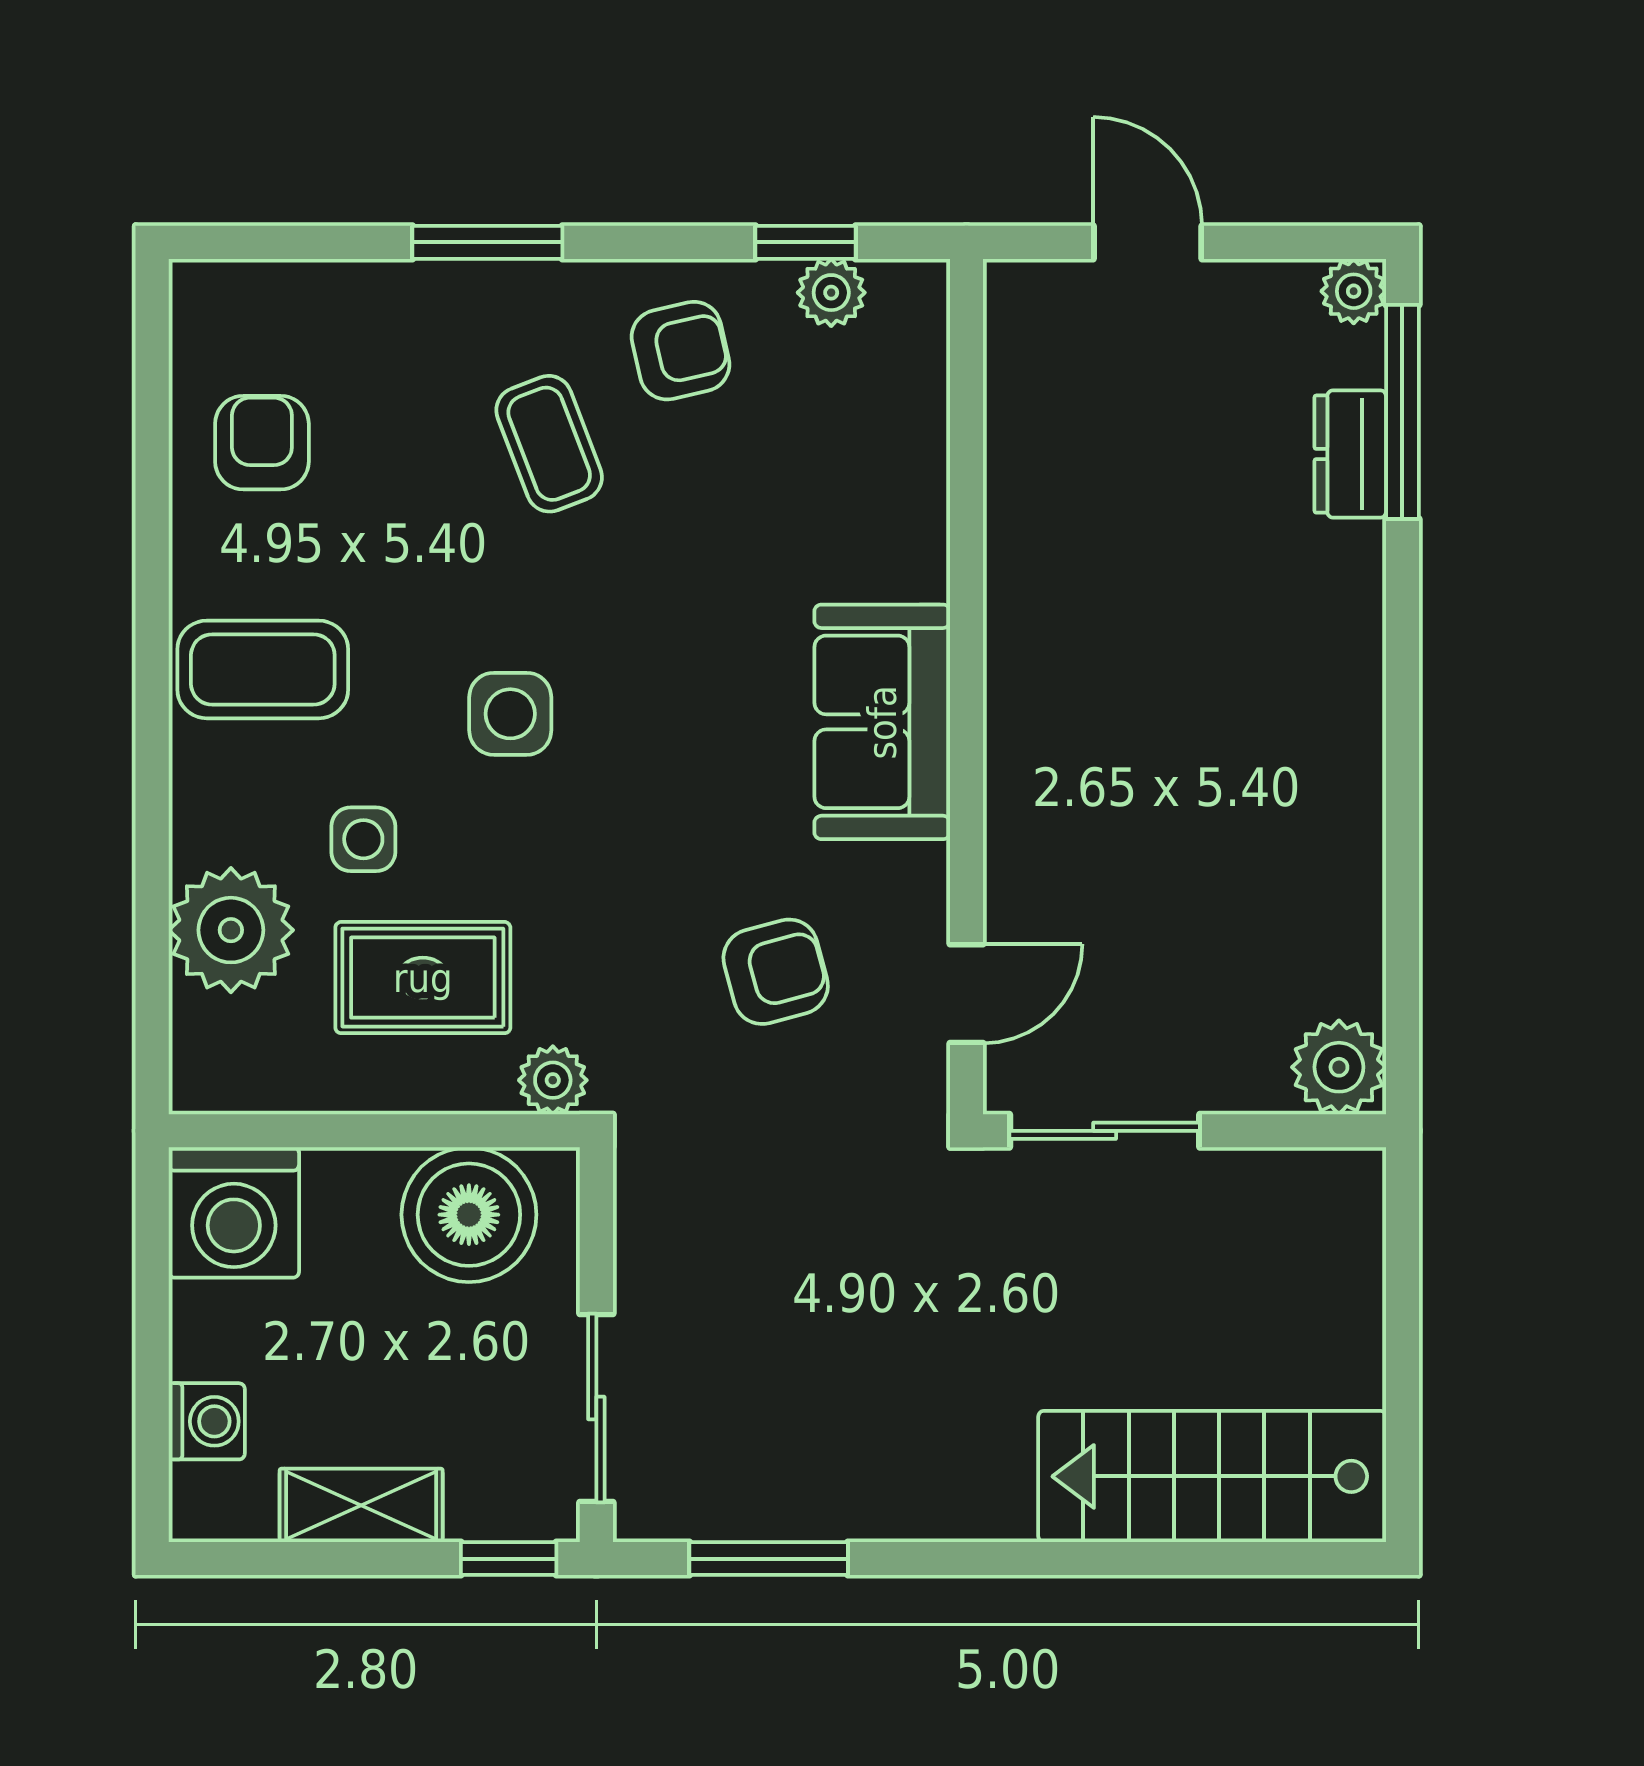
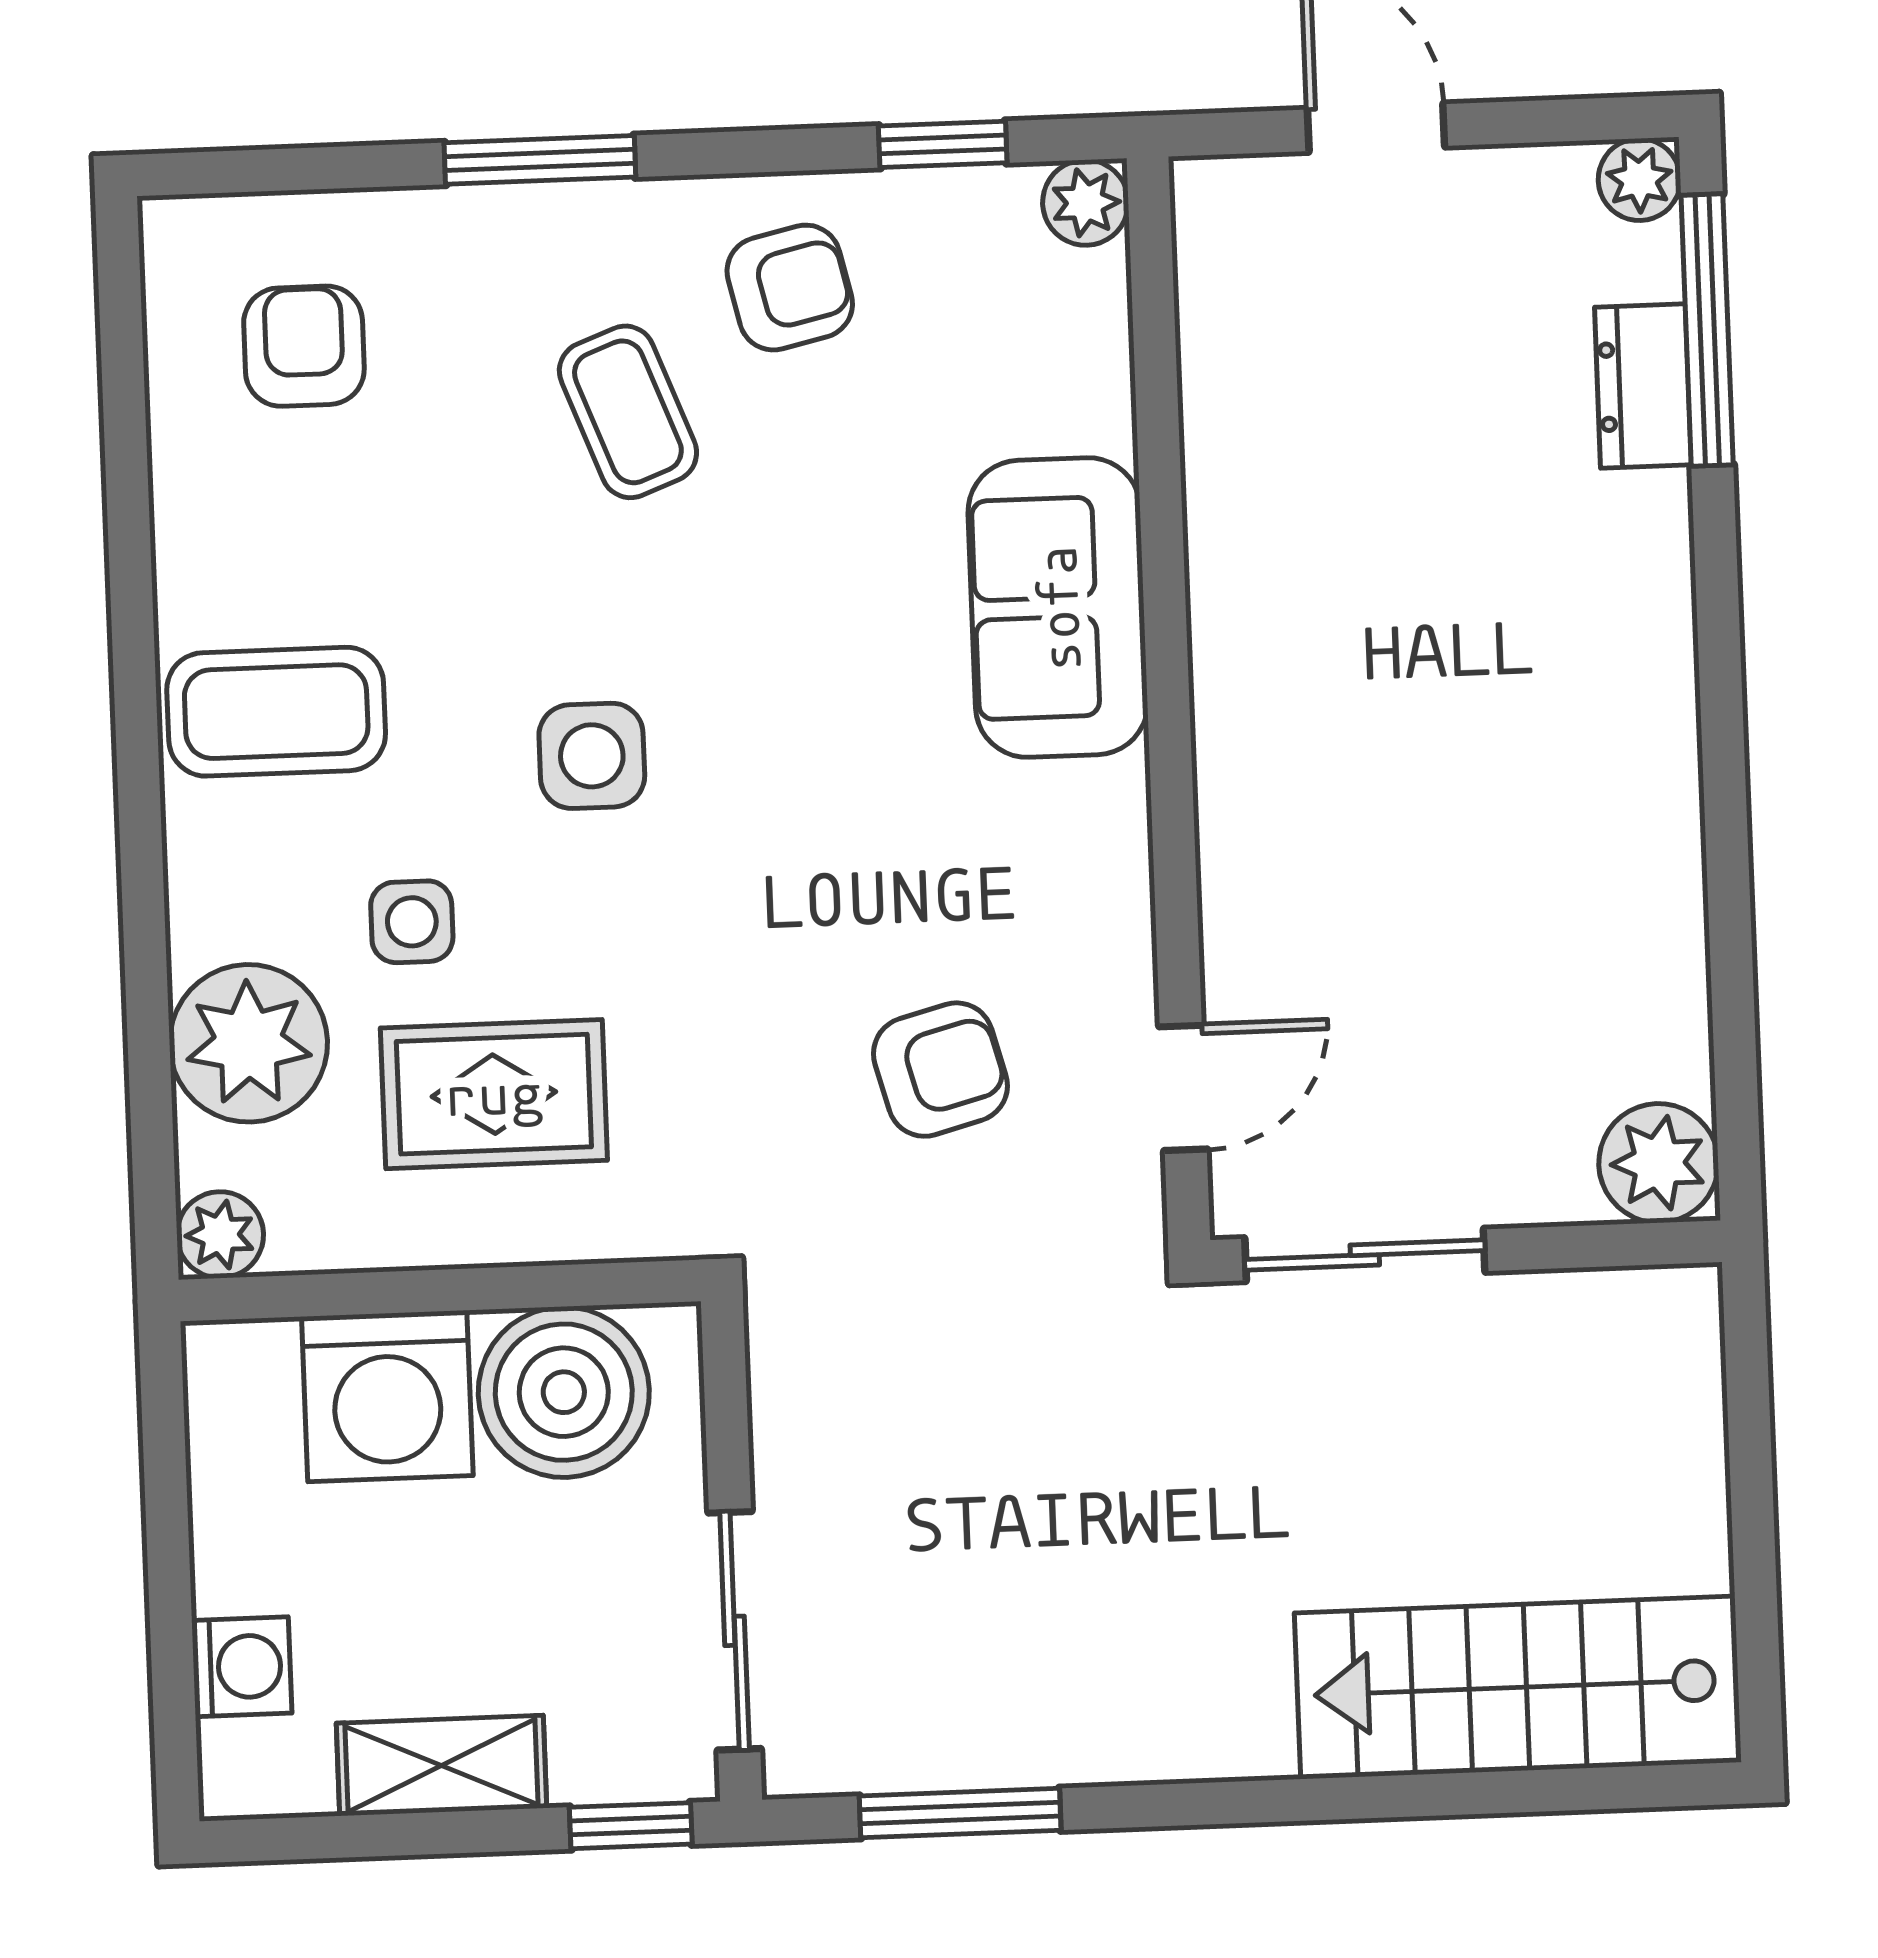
plant: (831, 293) -> (1086, 203), moved
armchair: (262, 443) -> (304, 346), moved
sofa: (882, 722) -> (1058, 608), moved
plant: (553, 1080) -> (220, 1235), moved
washing machine: (234, 1212) -> (387, 1396), moved

